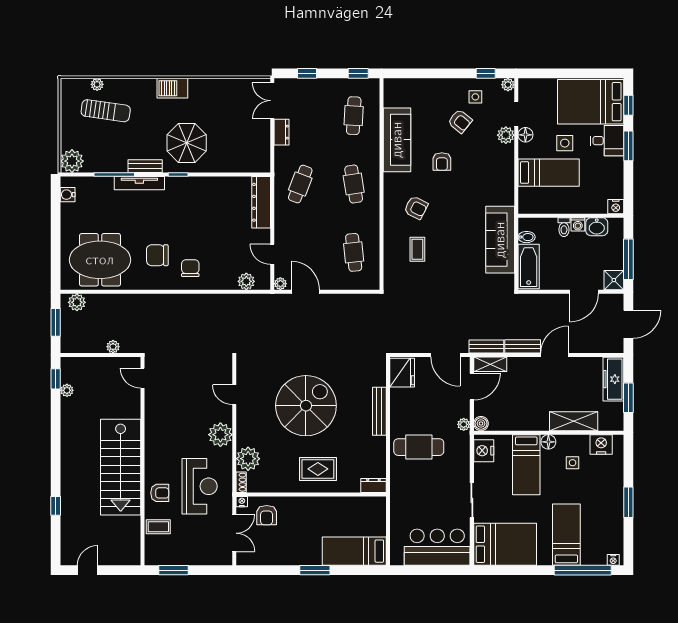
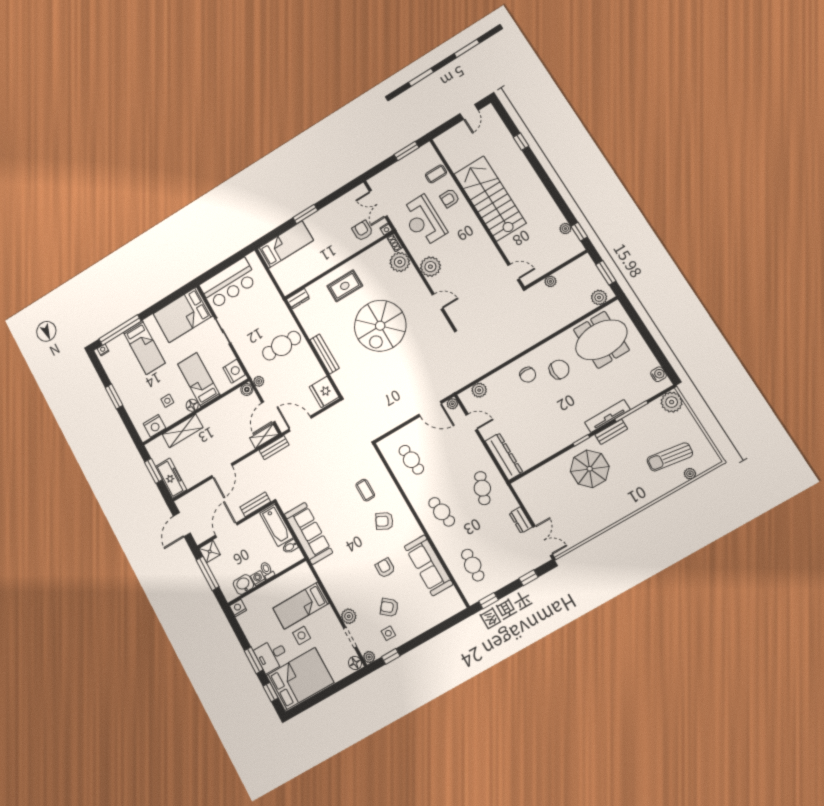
barbecue: (172, 88) -> (628, 505), removed
floor lamp: (525, 135) -> (355, 663), moved
bench: (523, 346) -> (255, 504), moved

